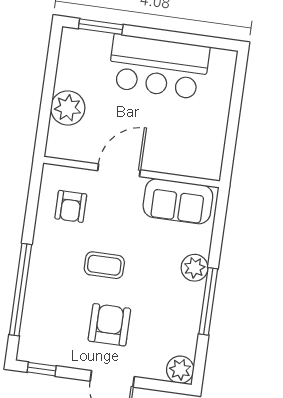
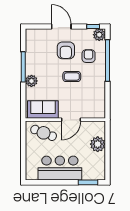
cafe table: (184, 149) -> (44, 133), added
armchair: (71, 206) -> (89, 56), moved
plant: (180, 370) -> (99, 35), moved

